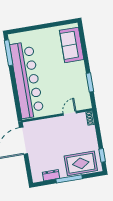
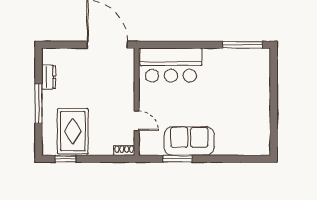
sofa: (72, 45) -> (189, 141), moved
bar counter: (27, 80) -> (171, 65), width x0.54
rug: (81, 163) -> (73, 131), moved

